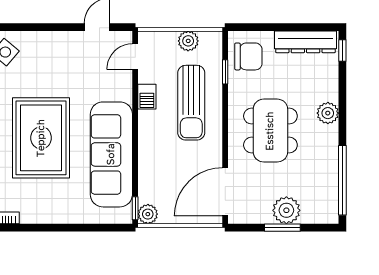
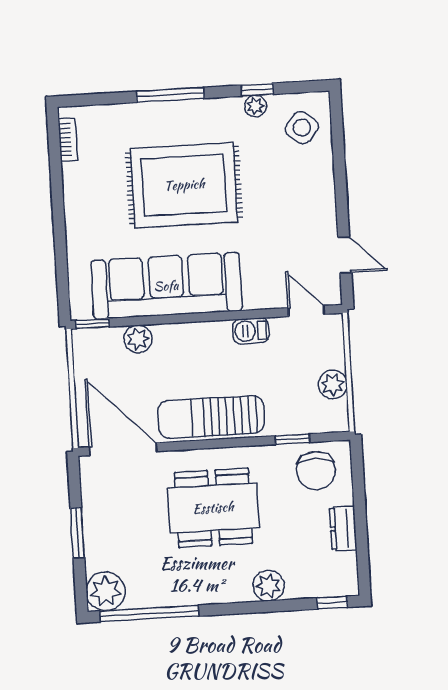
dresser: (305, 42) -> (343, 528), width x0.51, depth x0.80
sun lounger: (191, 103) -> (211, 417), moved
plant: (328, 113) -> (269, 586), moved
plant: (286, 210) -> (106, 591), moved
plant: (148, 214) -> (138, 339), moved

